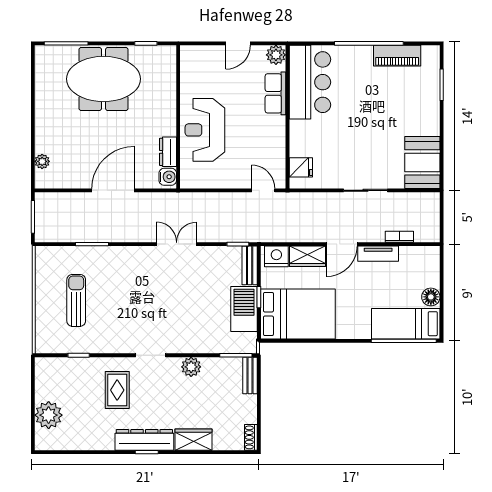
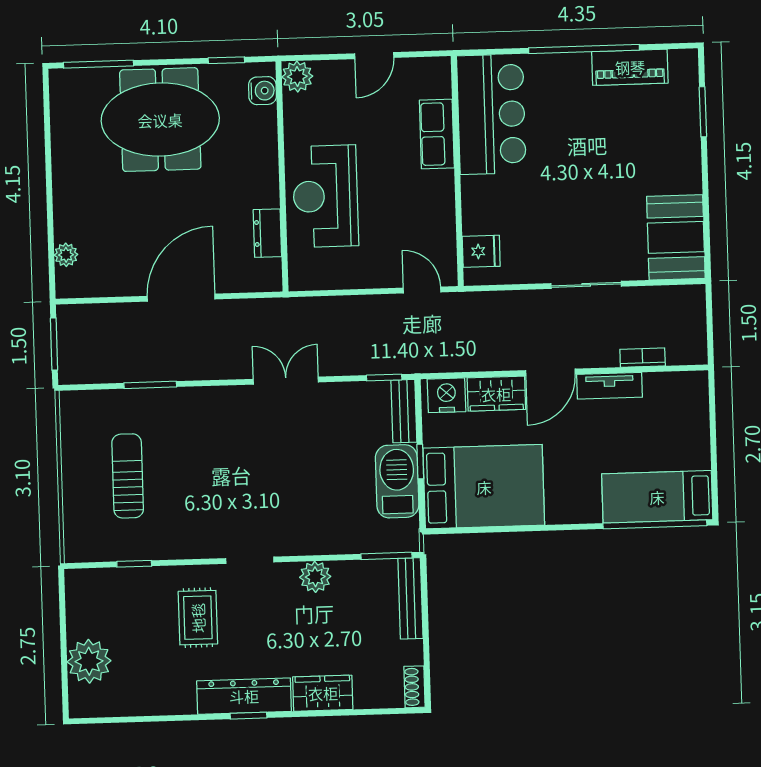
plant: (276, 55) -> (297, 77), moved
water cooler: (168, 177) -> (262, 91), moved
floor lamp: (431, 297) -> (696, 453), removed
bench: (250, 375) -> (410, 598), width x1.36

